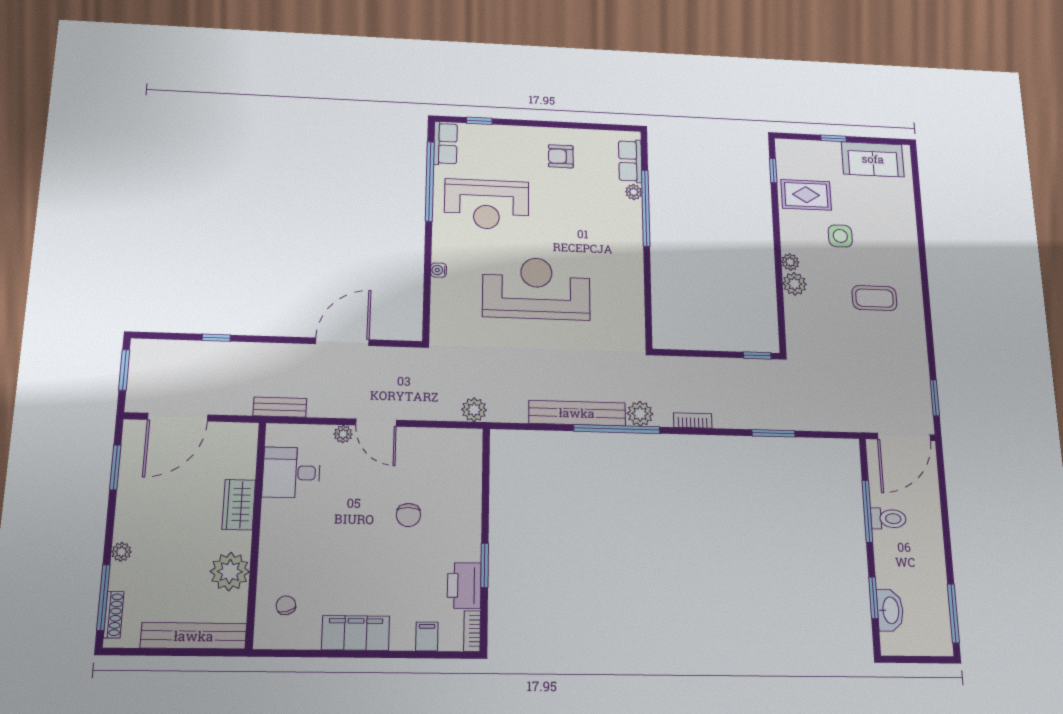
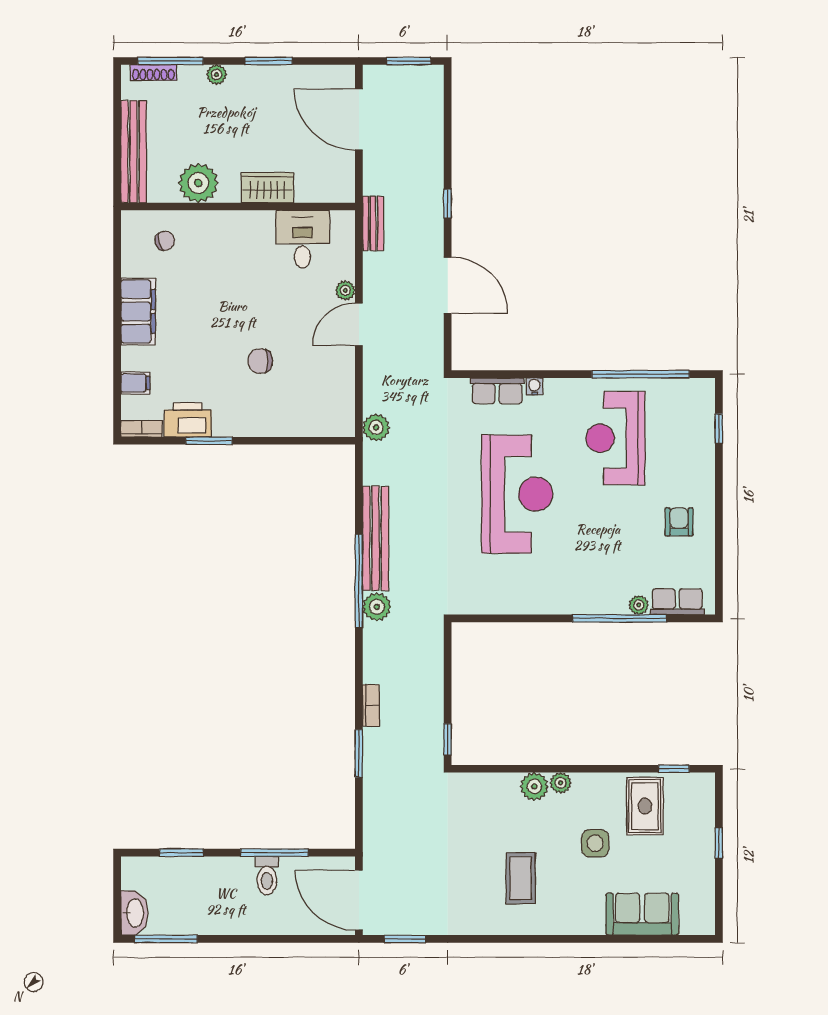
row of seats: (445, 143) -> (497, 391), moved
sofa: (873, 159) -> (642, 914), moved, turned 90
window: (216, 338) -> (448, 204), moved
bookcase: (693, 420) -> (371, 705), moved
window: (115, 467) -> (269, 61), moved
washbasin: (890, 610) -> (134, 913), moved, turned -90

